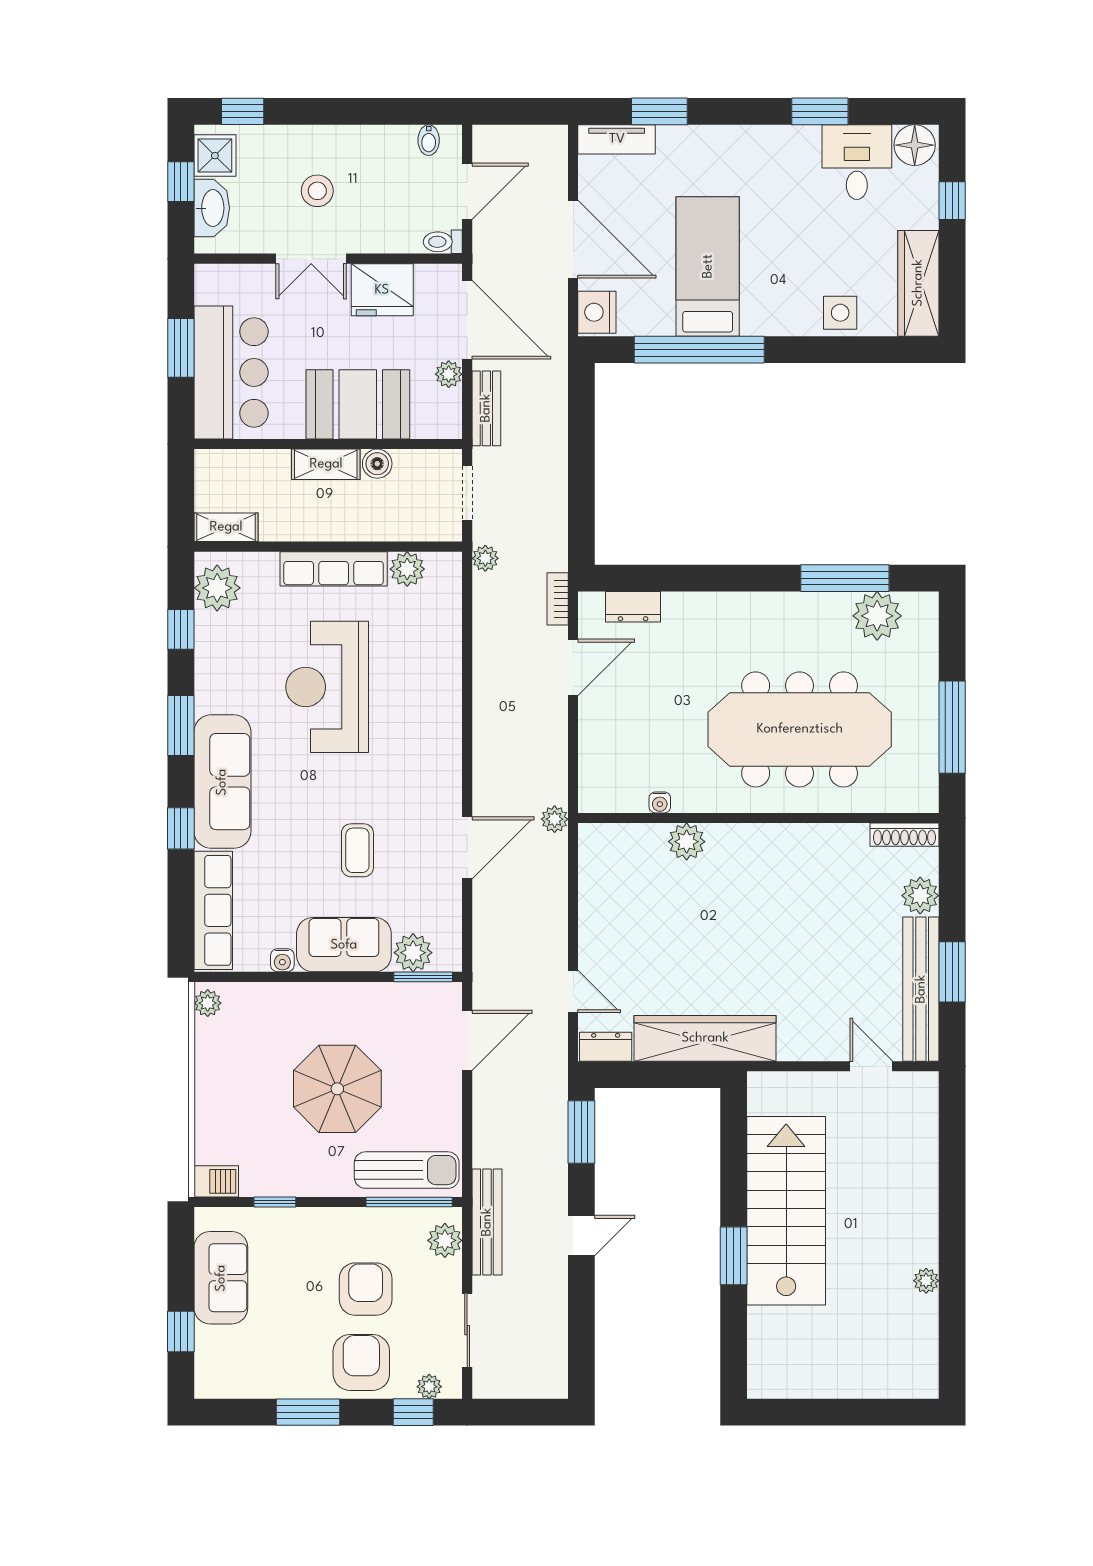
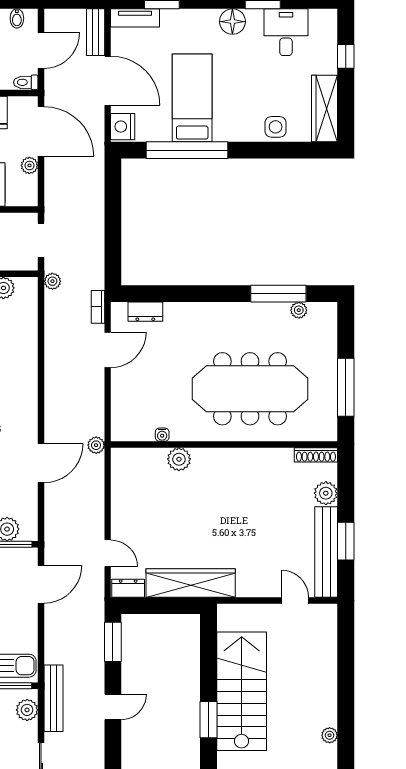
floor lamp: (915, 145) -> (232, 22), moved
bench: (486, 408) -> (96, 32), moved
plant: (877, 616) -> (299, 310), width x0.53, depth x0.53

